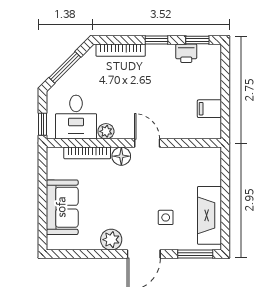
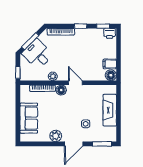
printer: (186, 53) -> (110, 33), moved
desk: (76, 117) -> (37, 54), moved, turned 135
floor lamp: (211, 129) -> (111, 75), added
fireplace: (209, 215) -> (110, 110), moved

